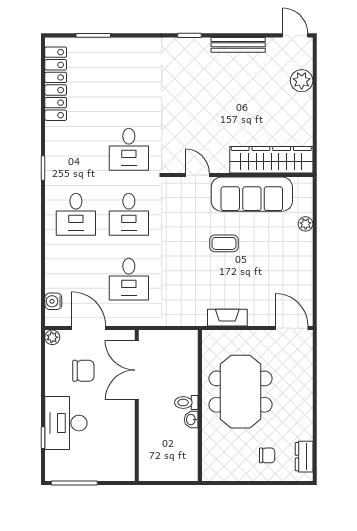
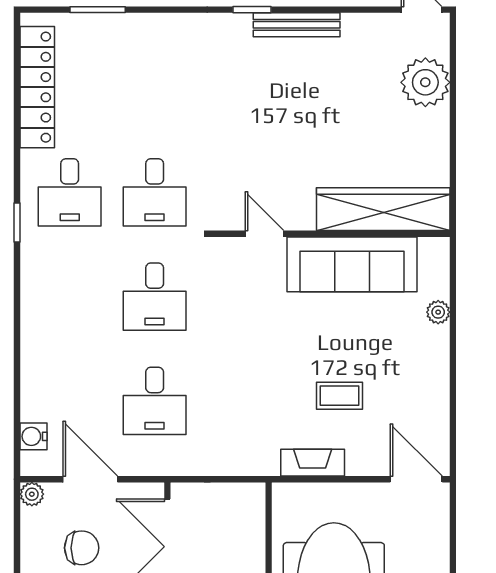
bench: (238, 45) -> (297, 25), moved
plant: (302, 81) -> (425, 82), width x1.36, depth x1.36
desk: (76, 214) -> (70, 192), moved
coffee table: (224, 243) -> (340, 396), moved

